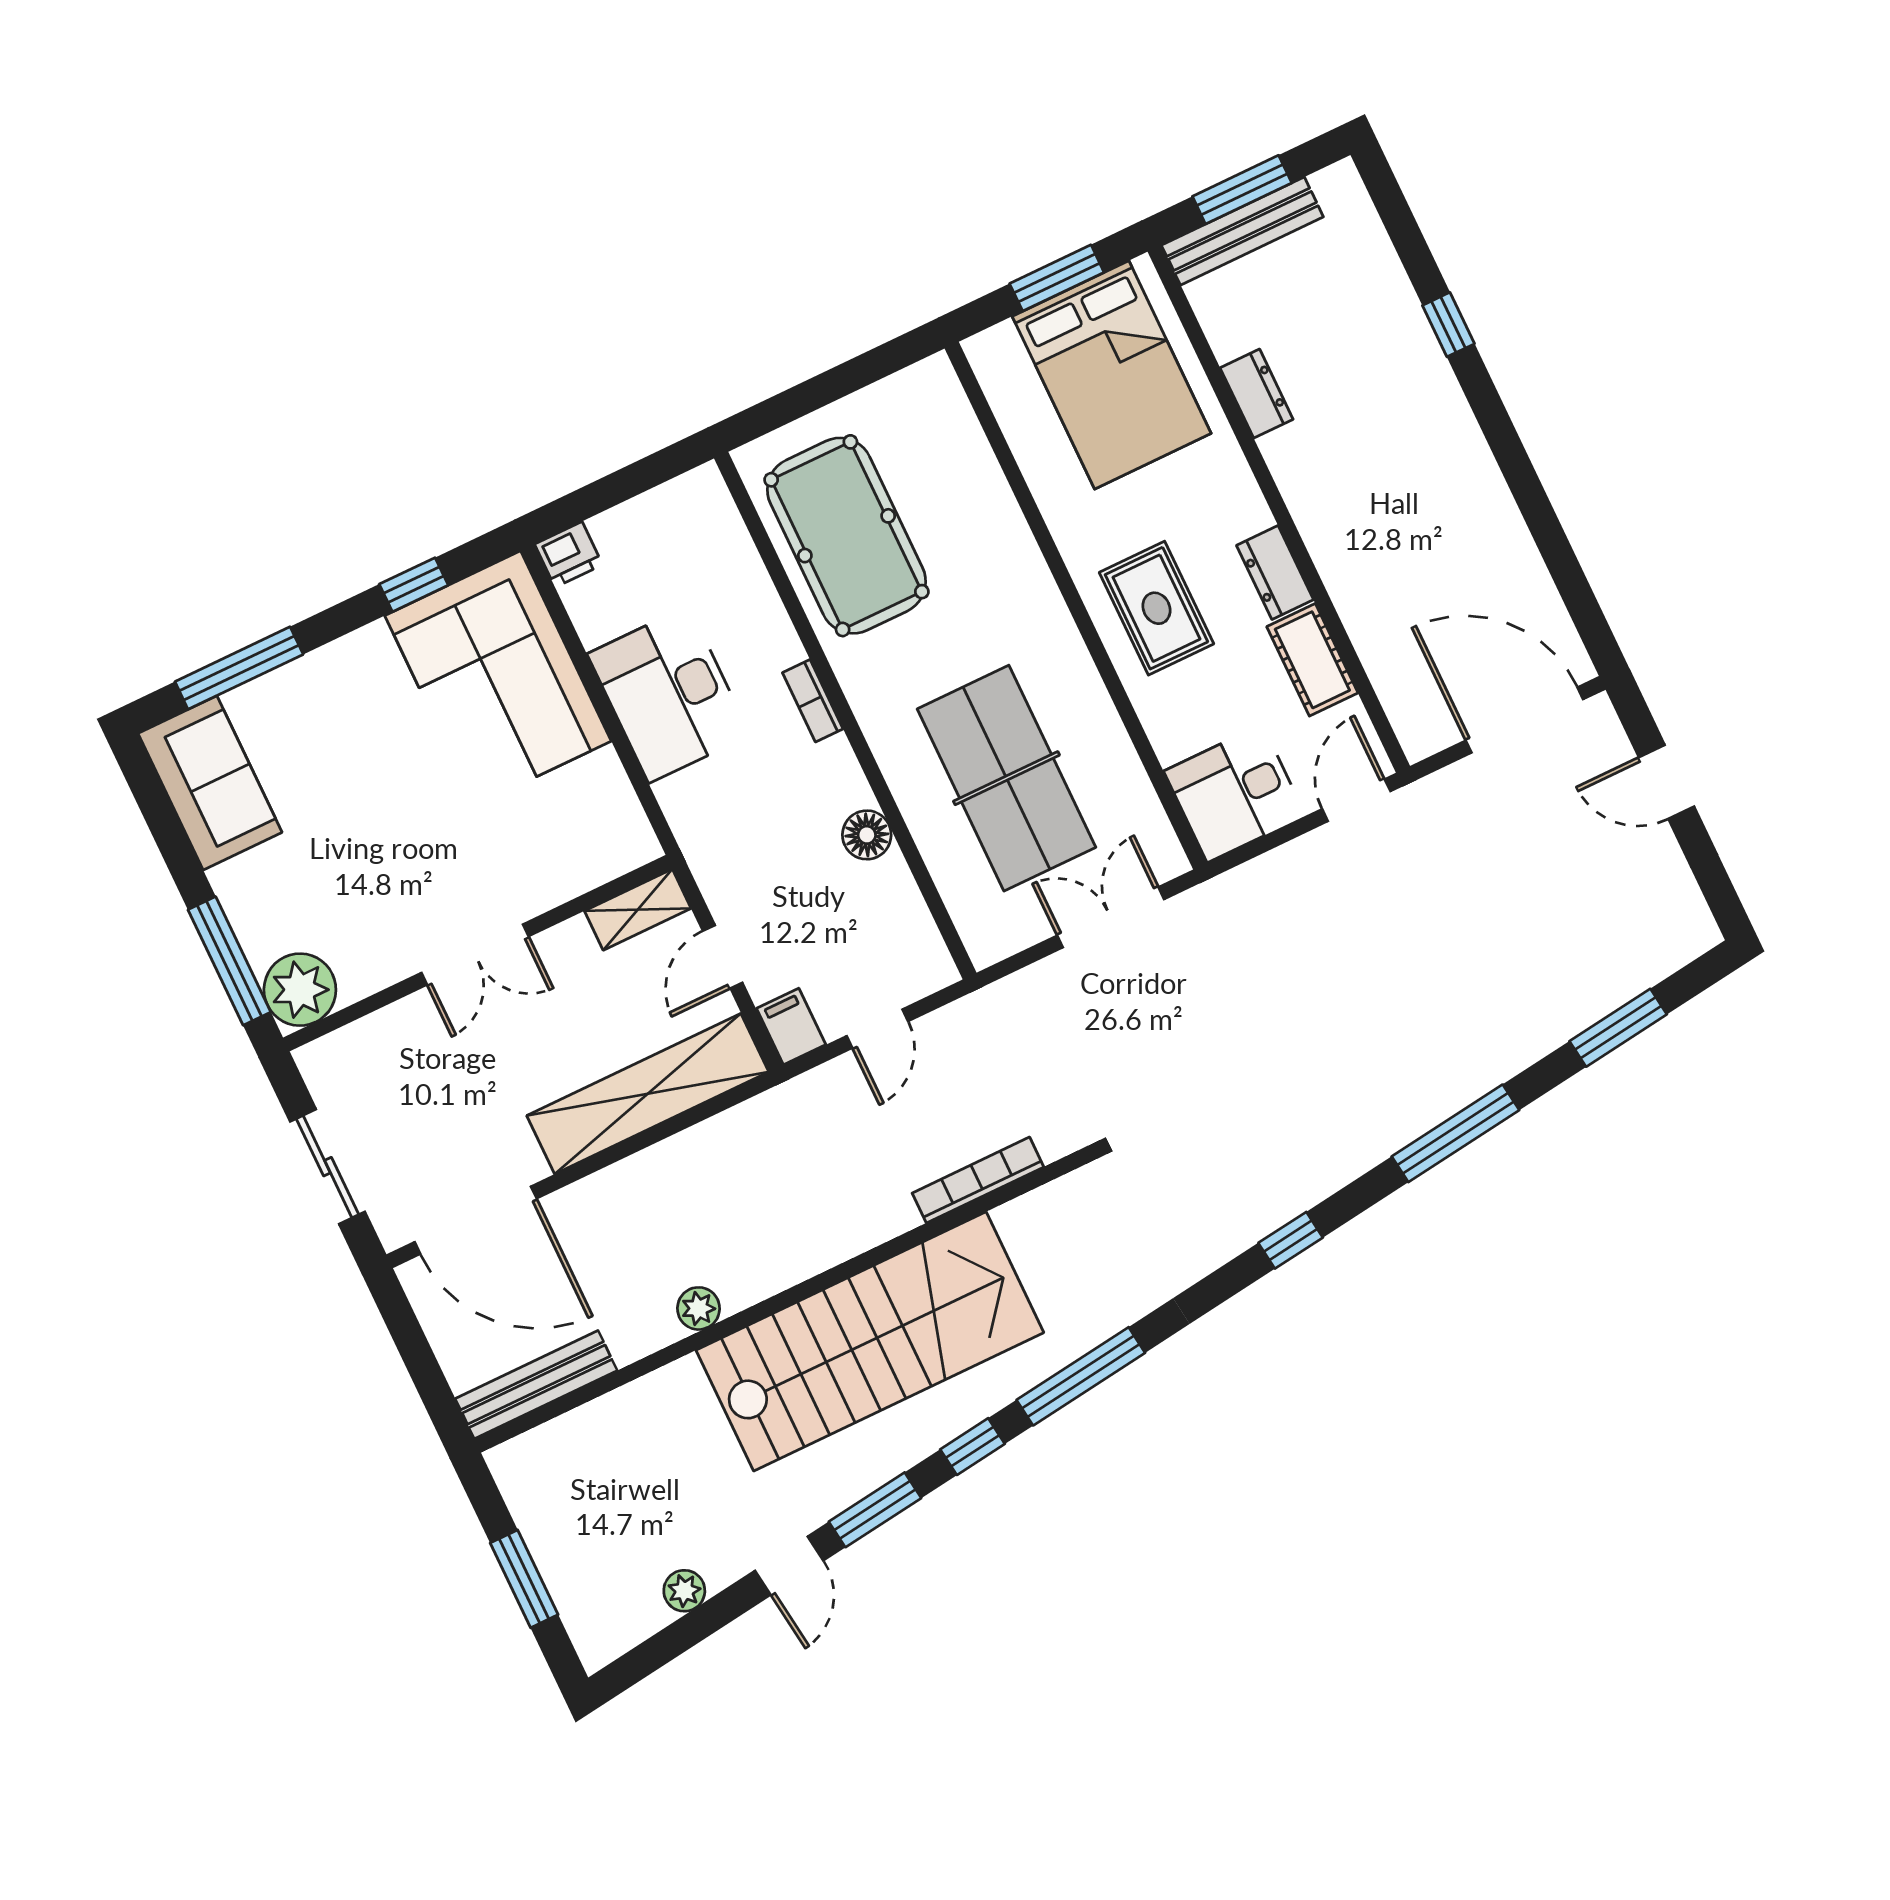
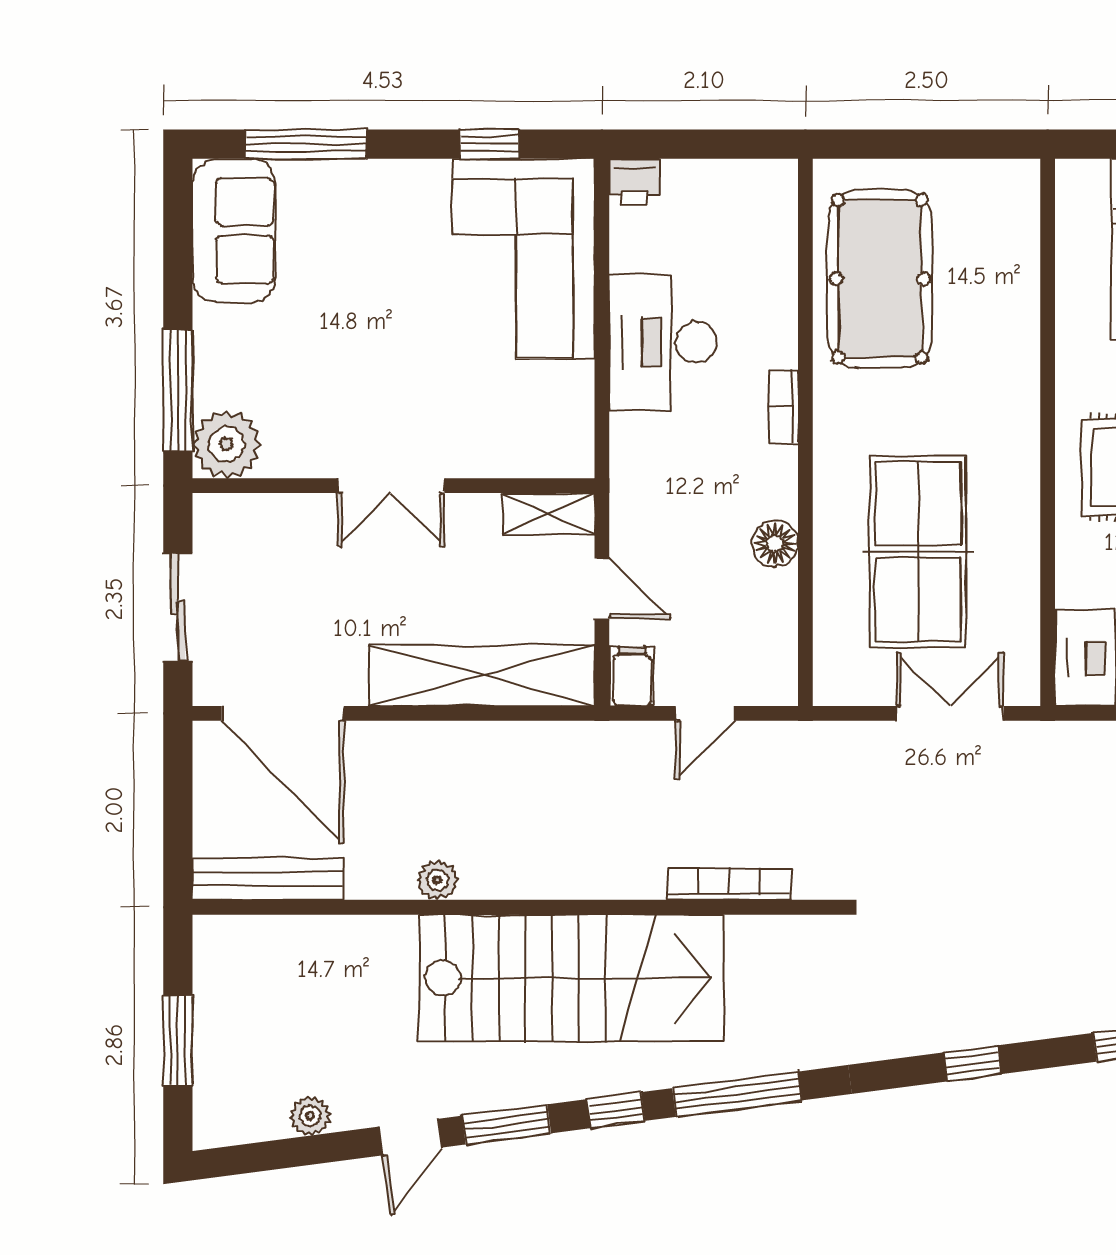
door: (723, 957) -> (602, 589), swing flipped

